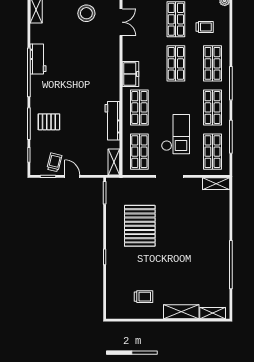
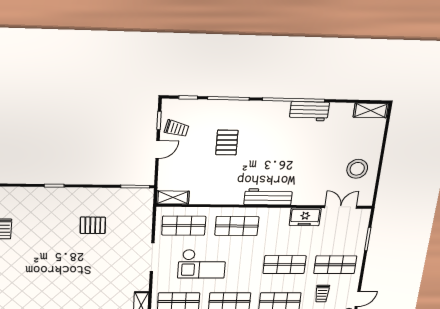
double door: (121, 22) -> (341, 207), swing flipped
freezer: (130, 74) -> (305, 217), moved
workbench: (112, 121) -> (268, 197), moved
pallet: (49, 122) -> (227, 143), moved
pallet: (140, 226) -> (93, 225), width x0.49, depth x0.50

